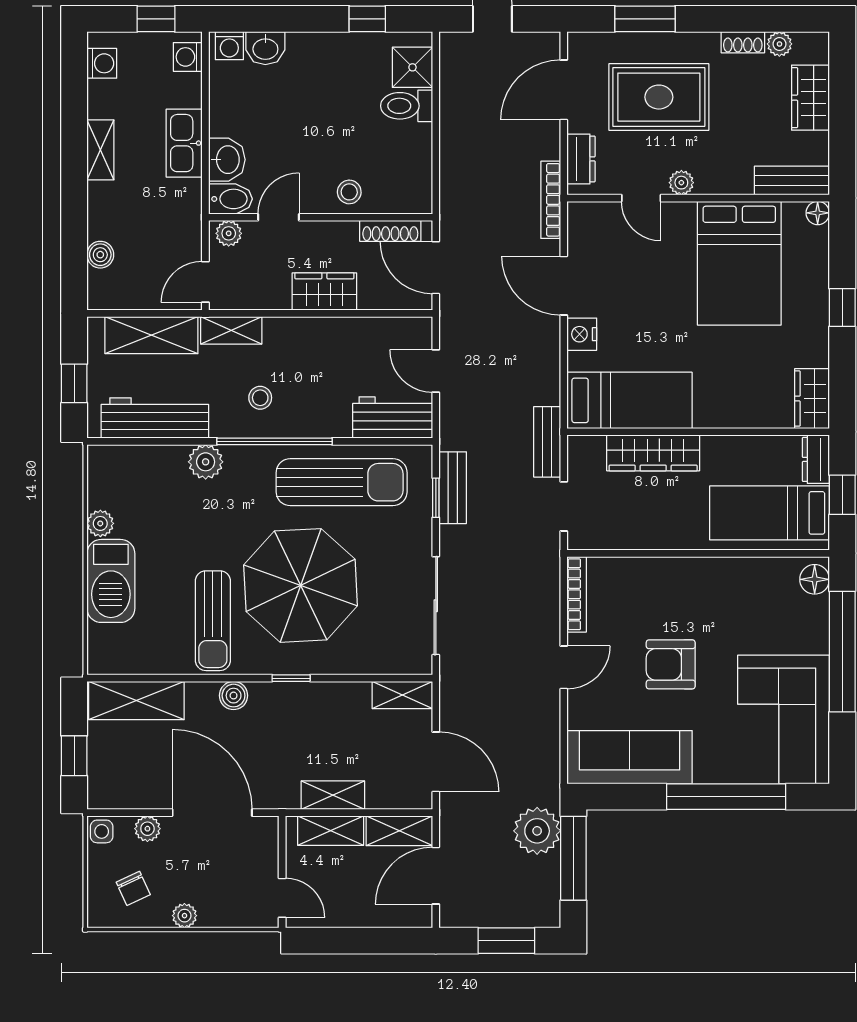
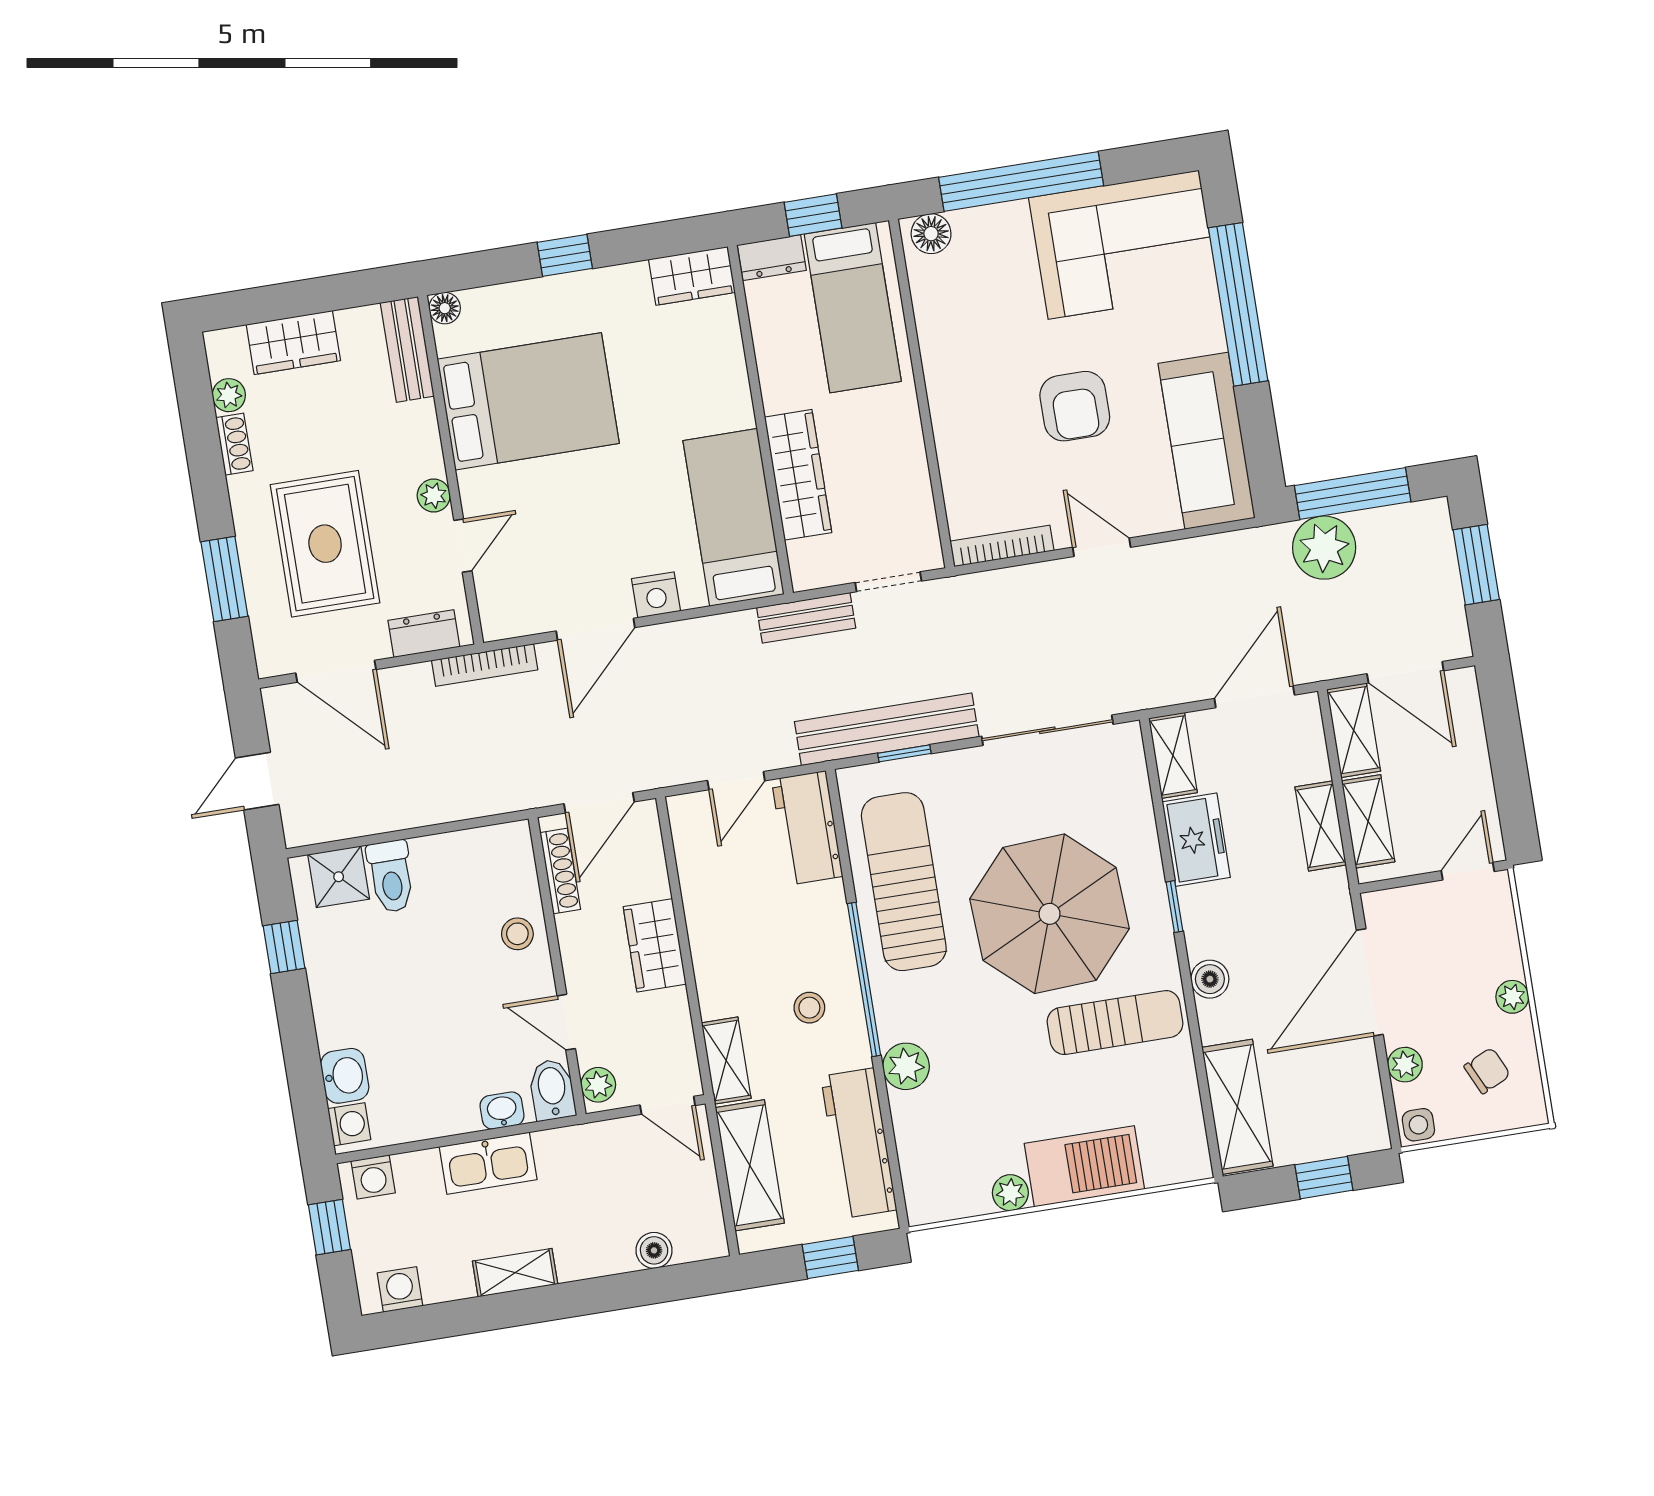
washbasin: (227, 160) -> (502, 1111), width x0.72, depth x0.69
bench: (453, 488) -> (887, 729), width x1.86, depth x1.21
freezer: (338, 702) -> (1196, 840), added

